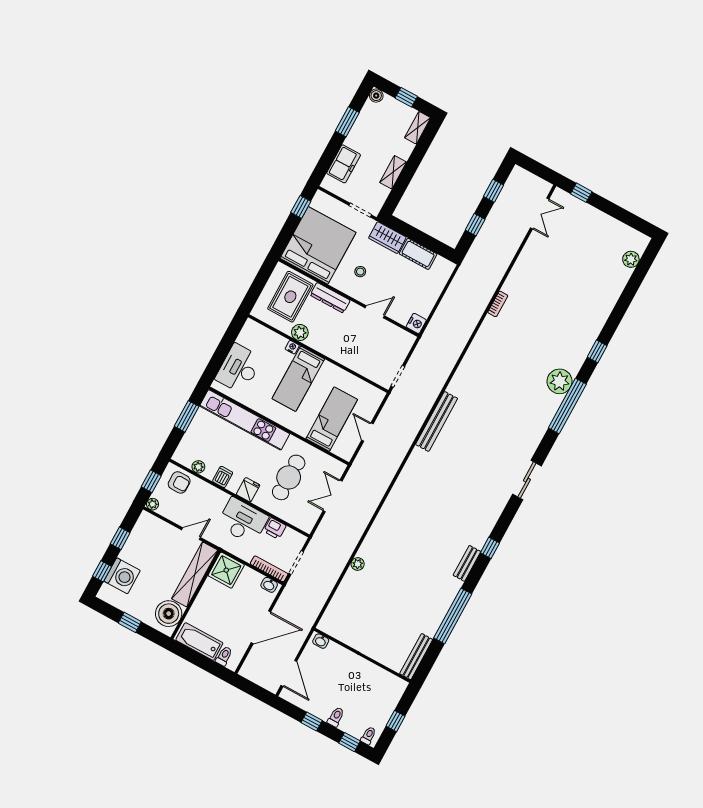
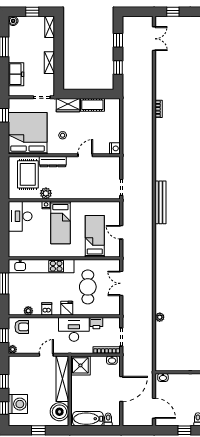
desk: (239, 369) -> (20, 216), moved

